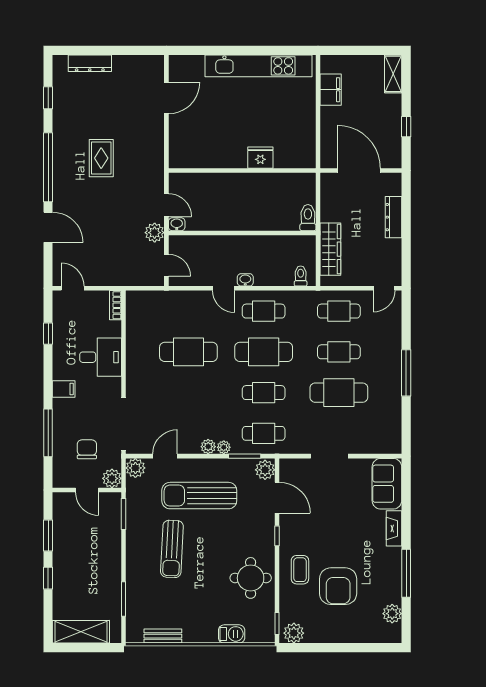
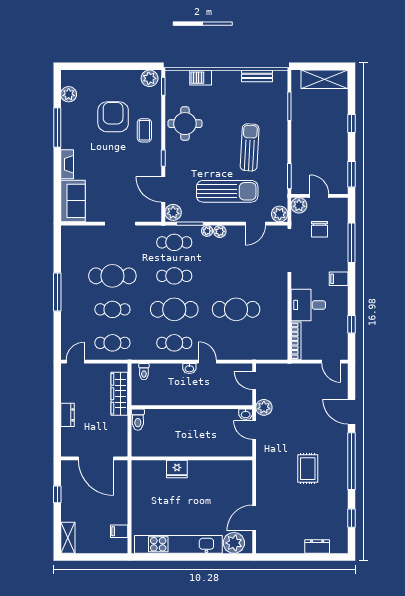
dresser: (90, 63) -> (317, 546), width x0.70
plant: (191, 68) -> (234, 543), added
filing cabinet: (331, 90) -> (119, 531), width x0.50
dresser: (394, 217) -> (68, 415), width x0.70
bookcase: (116, 305) -> (296, 341), width x1.56
window: (48, 535) -> (351, 174), moved

